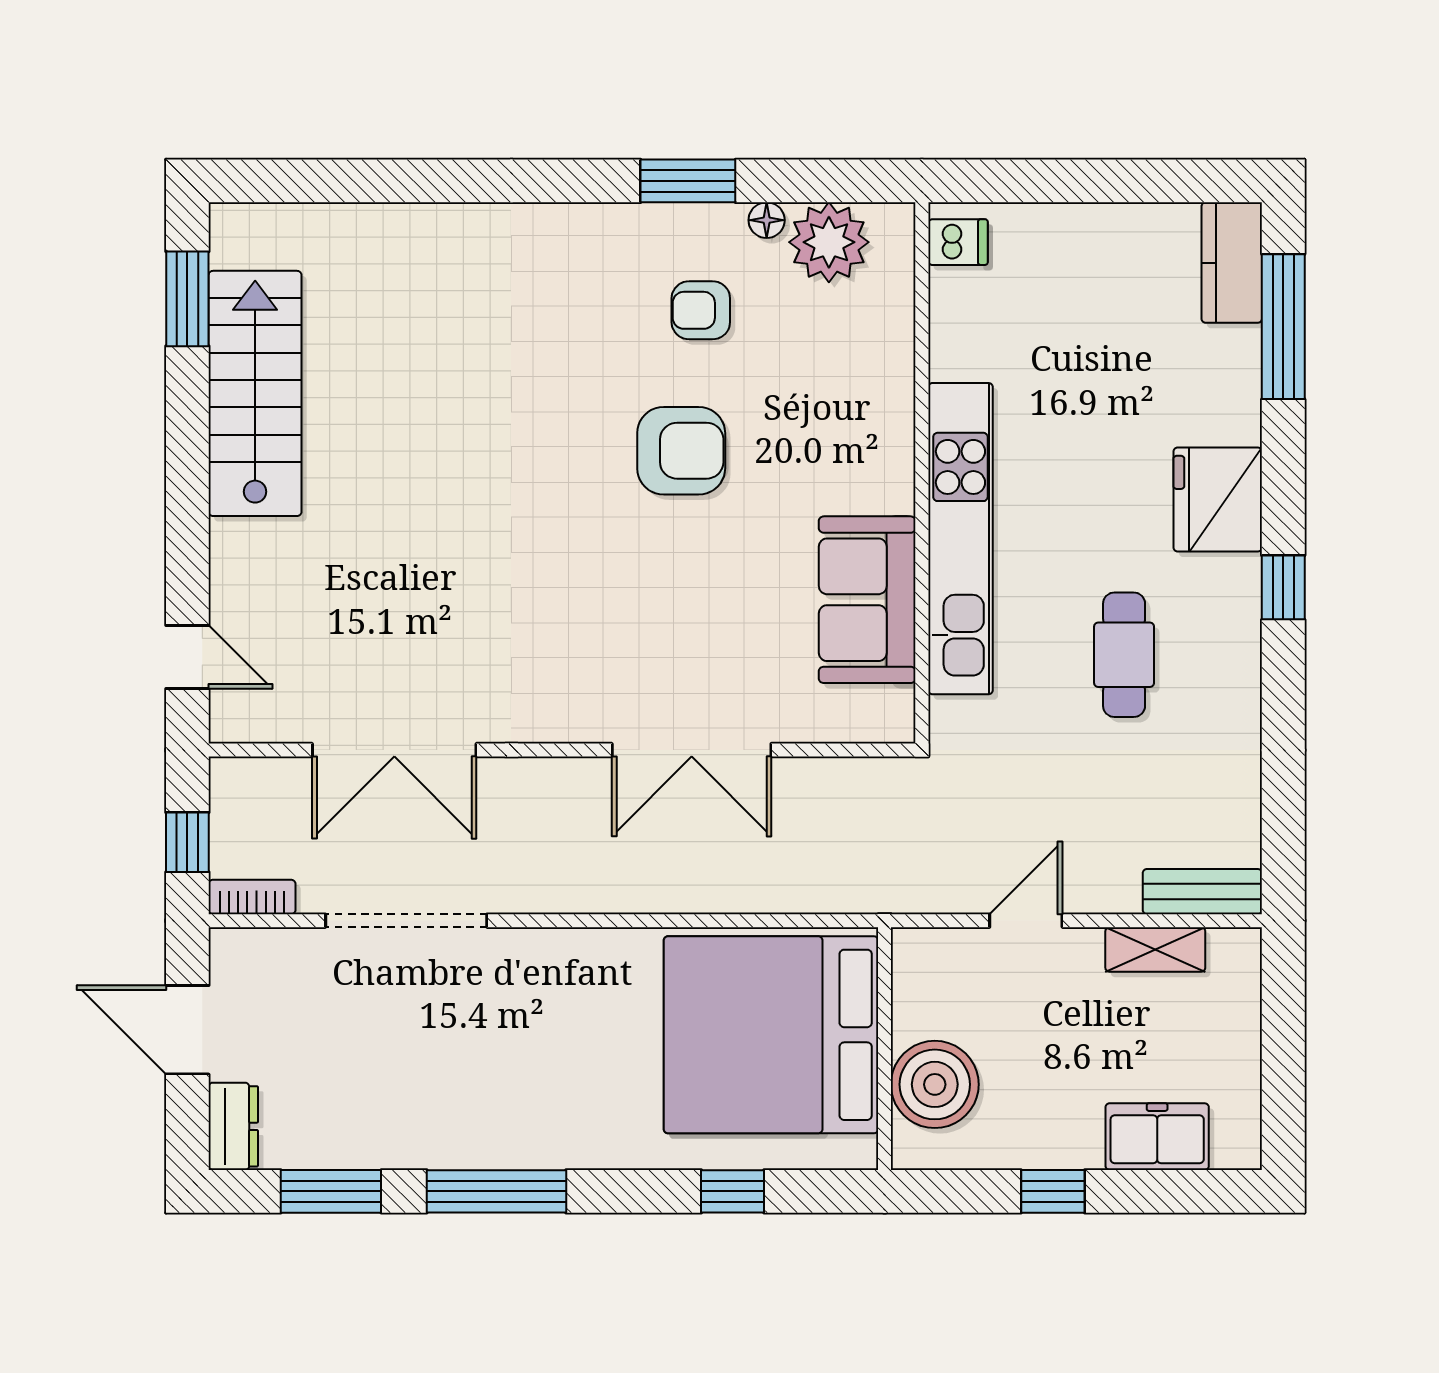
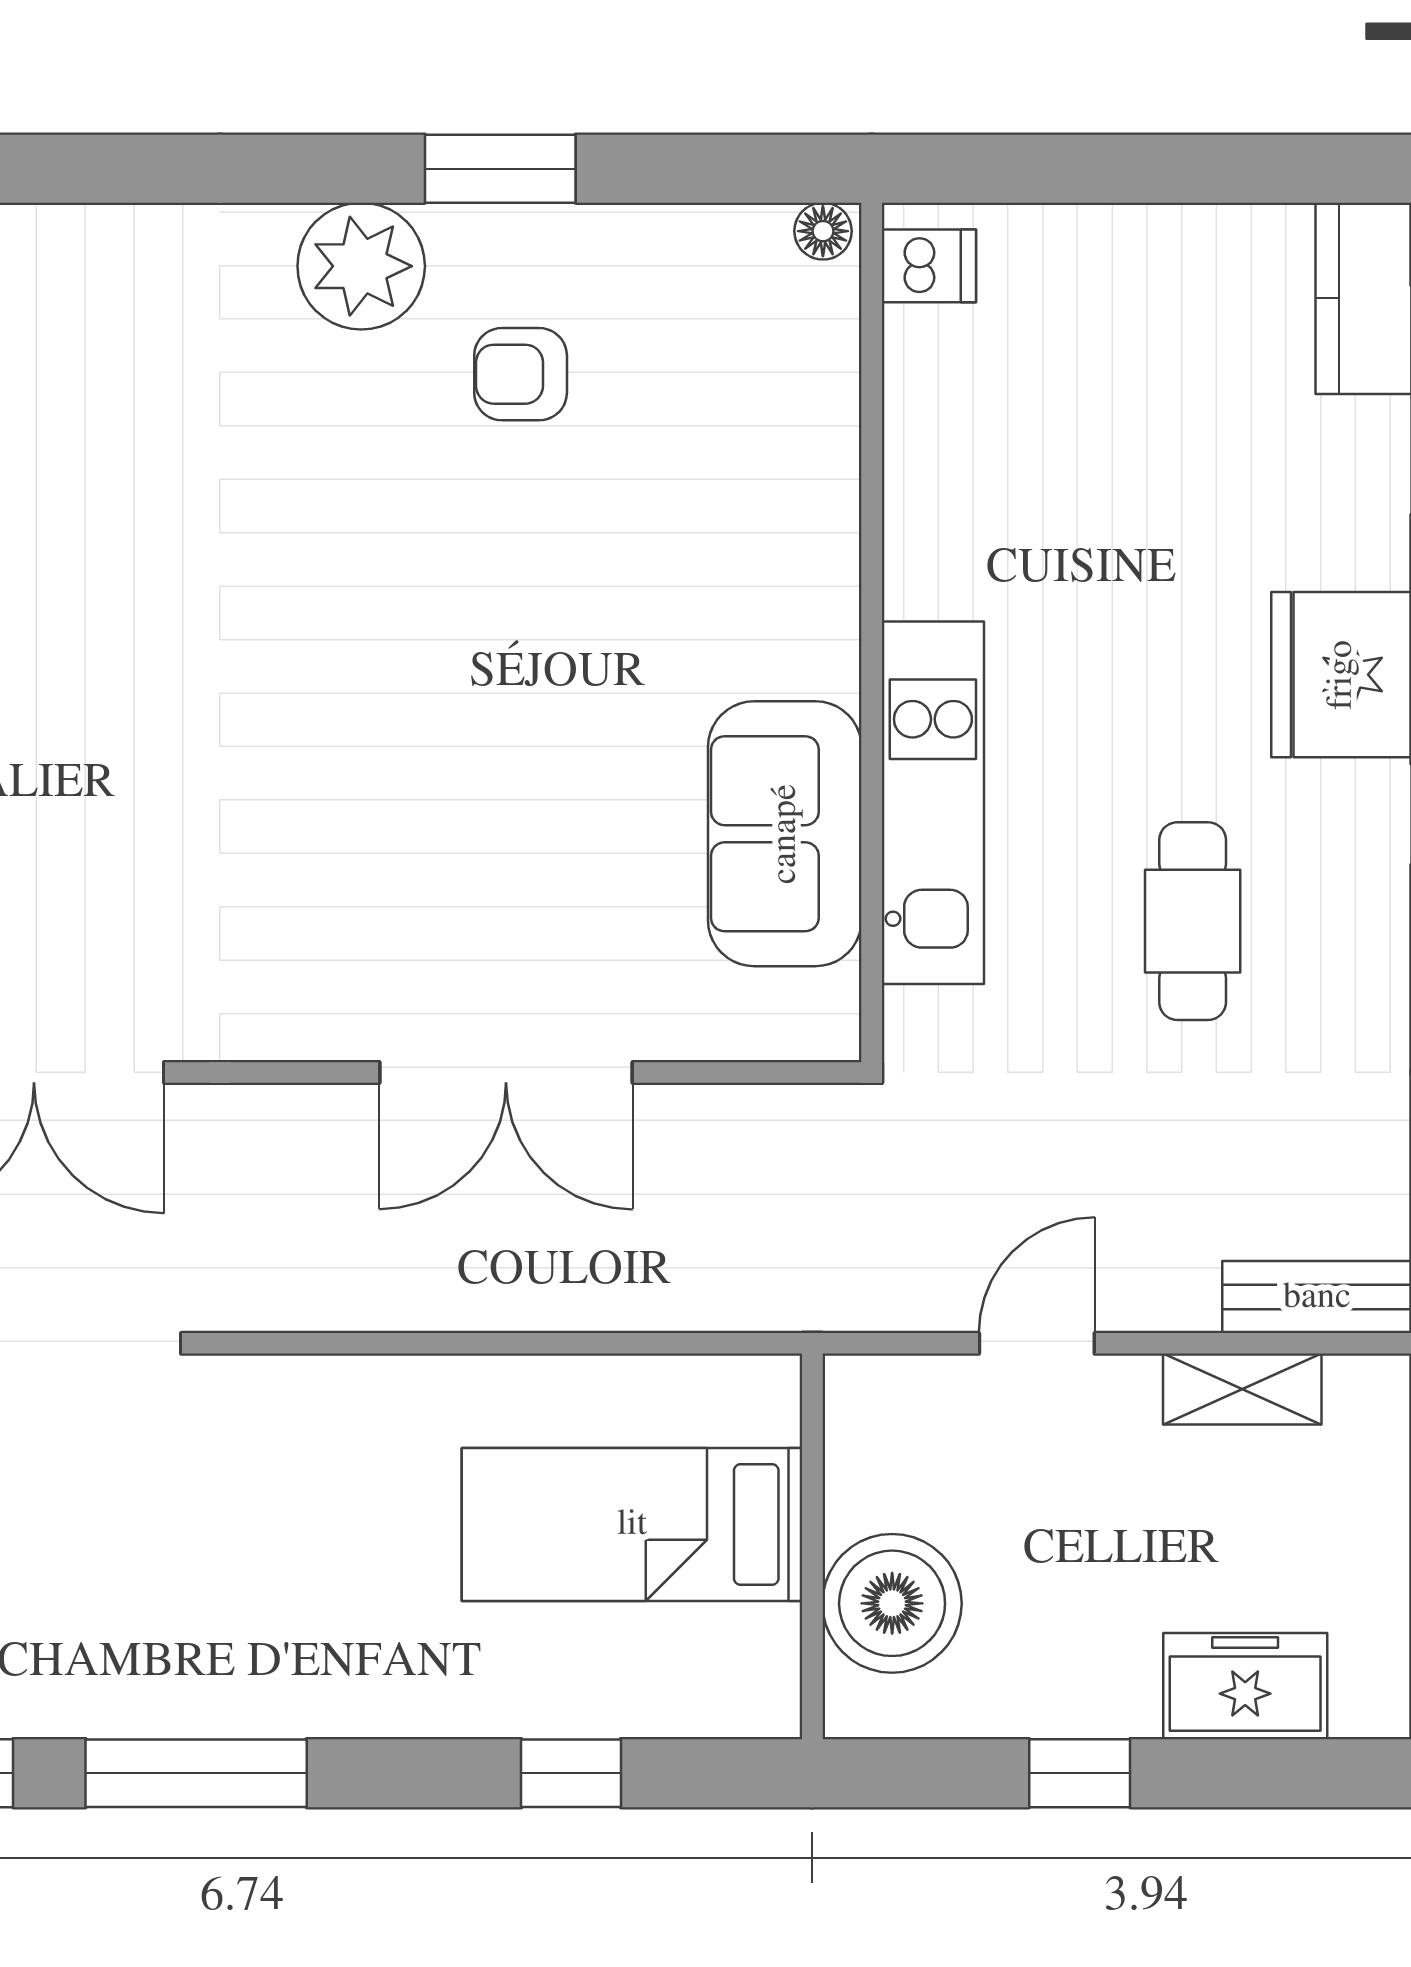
floor lamp: (767, 220) -> (823, 231), moved
plant: (829, 242) -> (361, 266), moved
armchair: (681, 451) -> (489, 597), removed
kitchen unit: (960, 539) -> (933, 803), width x0.73
bed: (771, 1035) -> (632, 1524), width x0.49

